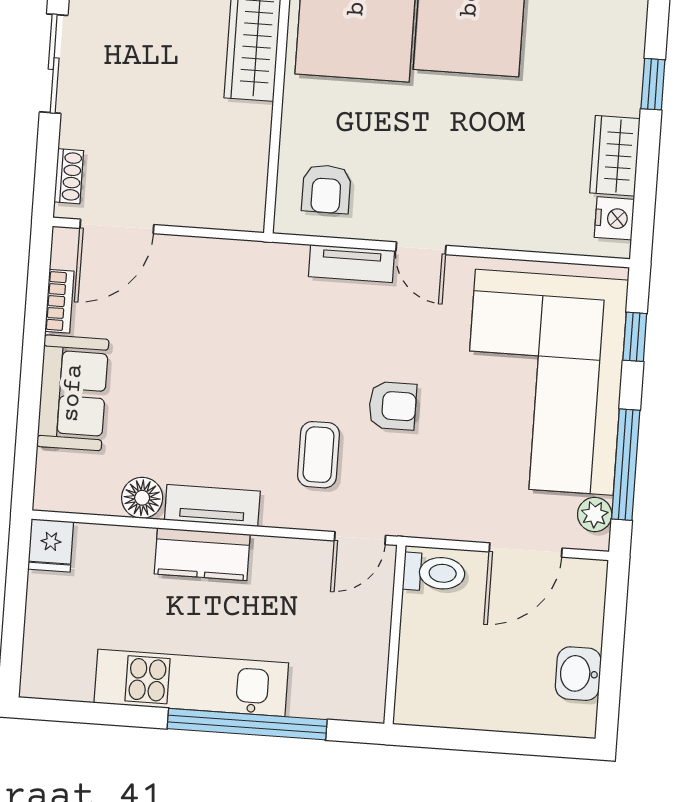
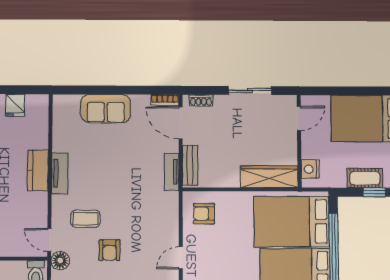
bench: (215, 212) -> (190, 165), added
tv unit: (352, 263) -> (172, 172), moved
bookcase: (59, 301) -> (165, 100), moved
floor lamp: (142, 498) -> (60, 261), moved
fridge: (51, 545) -> (15, 105), moved, turned -90

